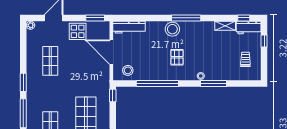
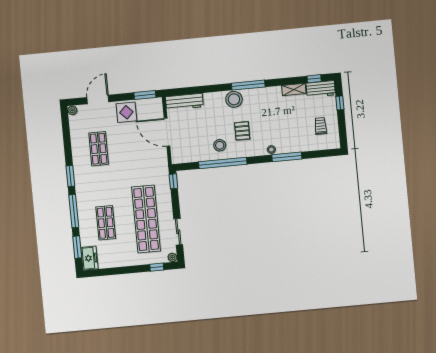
stool: (128, 70) -> (220, 145), moved

